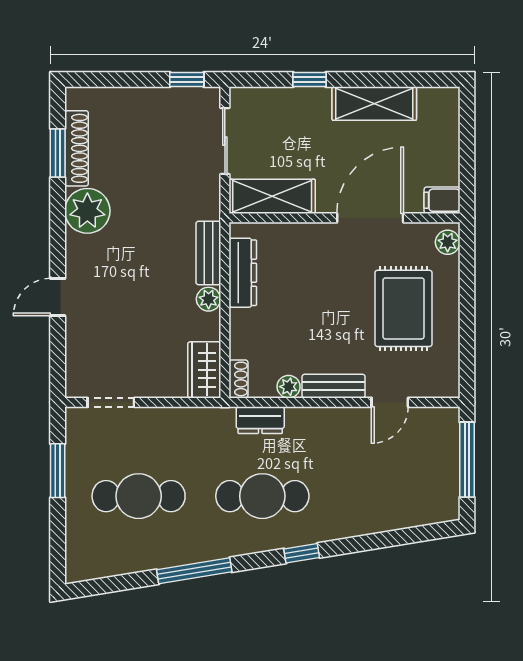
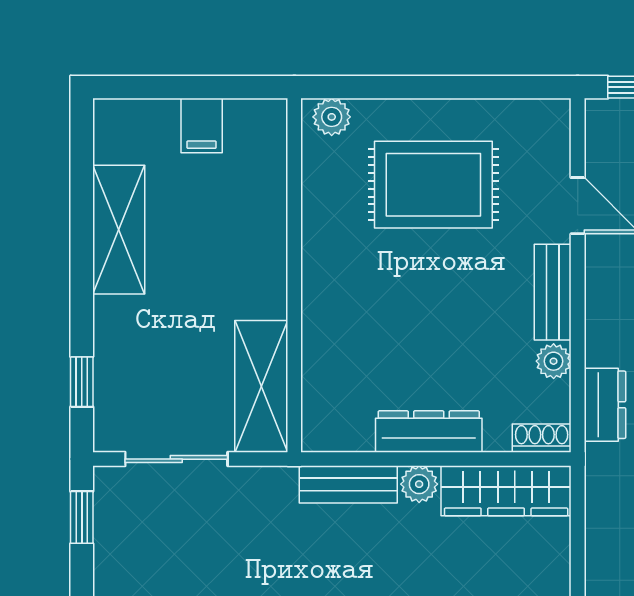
window: (310, 79) -> (82, 382), moved
filing cabinet: (442, 200) -> (202, 126), moved
door: (370, 218) -> (294, 236), removed
dresser: (243, 273) -> (429, 432), moved
wardrobe: (204, 370) -> (506, 491), width x1.50

